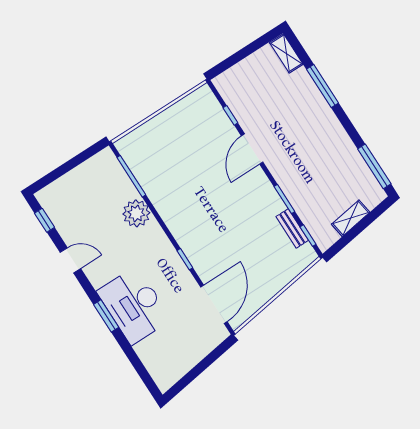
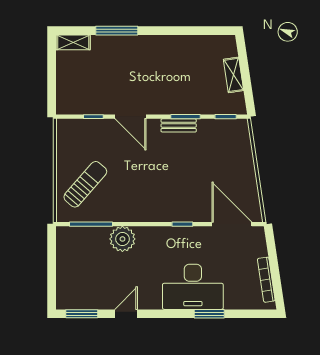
sun lounger: (164, 148) -> (85, 184), added
window: (374, 166) -> (205, 31), removed
window: (44, 220) -> (82, 314), width x1.50
bench: (292, 228) -> (179, 125), moved
window: (106, 316) -> (209, 314), moved
bookcase: (184, 368) -> (266, 280), added

